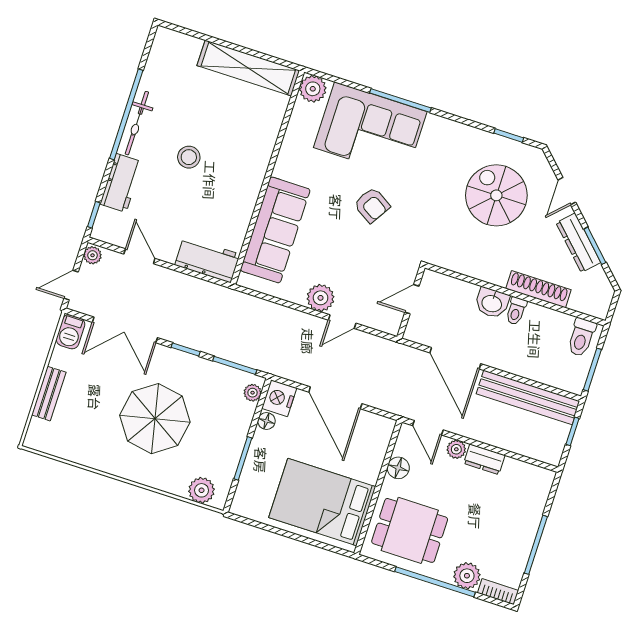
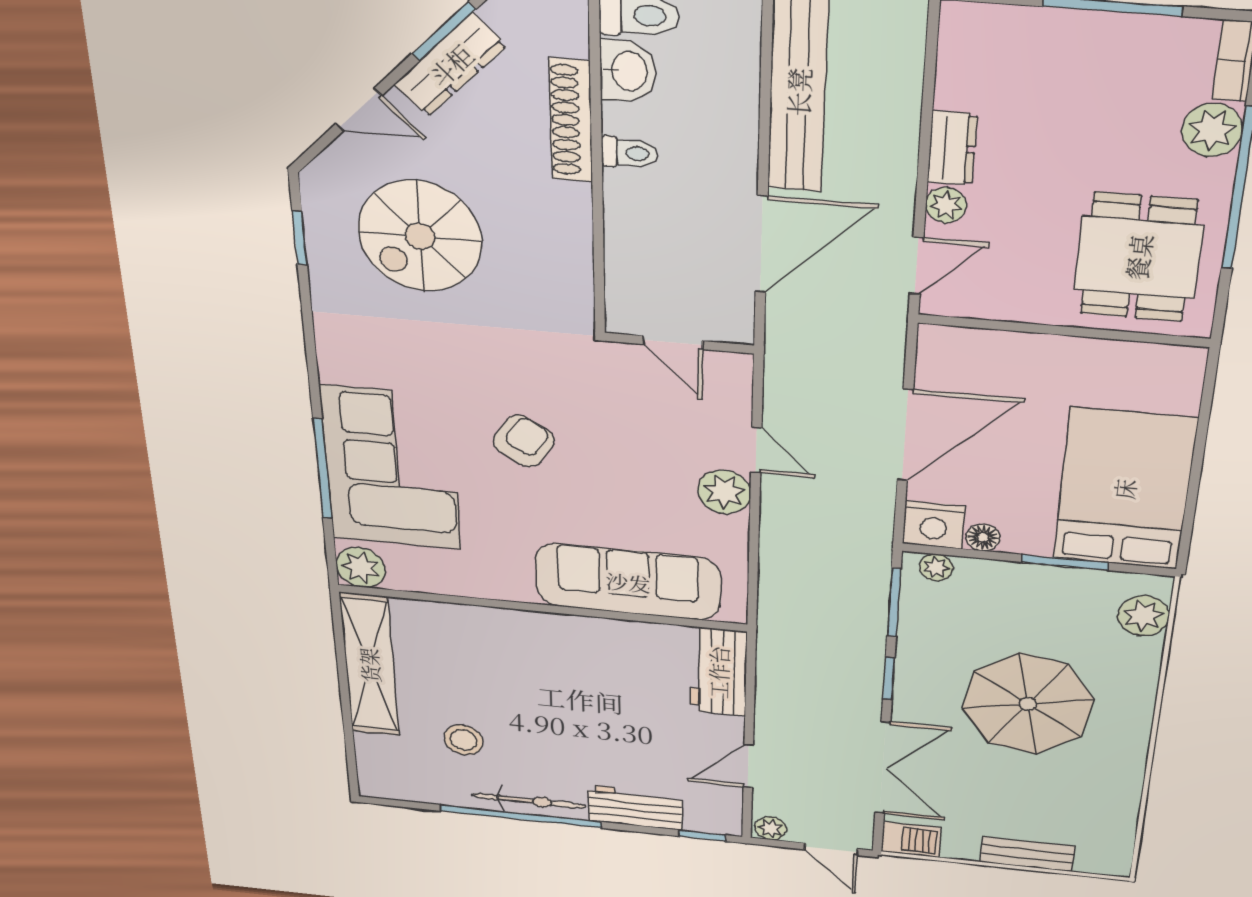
window: (400, 100) -> (322, 469), moved
stool: (189, 157) -> (464, 740), moved
washbasin: (492, 303) -> (628, 71), moved
floor lamp: (398, 468) -> (1013, 303), removed
bed: (322, 502) -> (1124, 489), moved, turned 180

